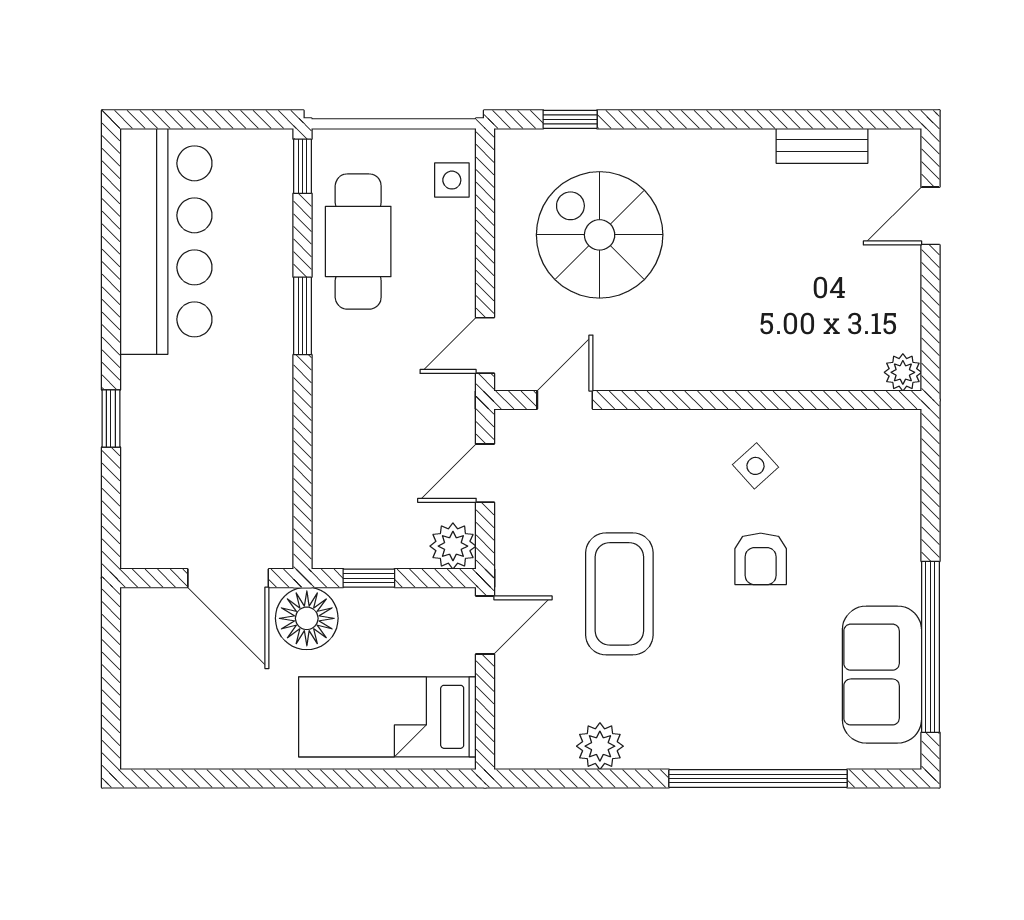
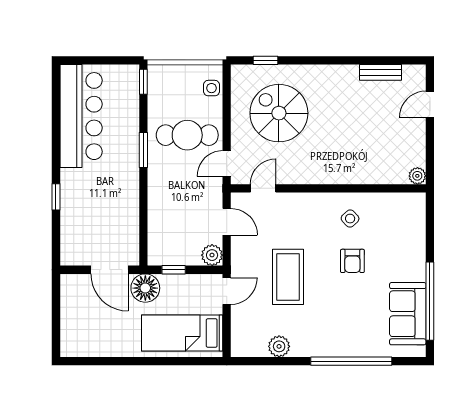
cafe table: (358, 242) -> (187, 135), moved, turned 90
door: (485, 473) -> (227, 222), swing flipped

